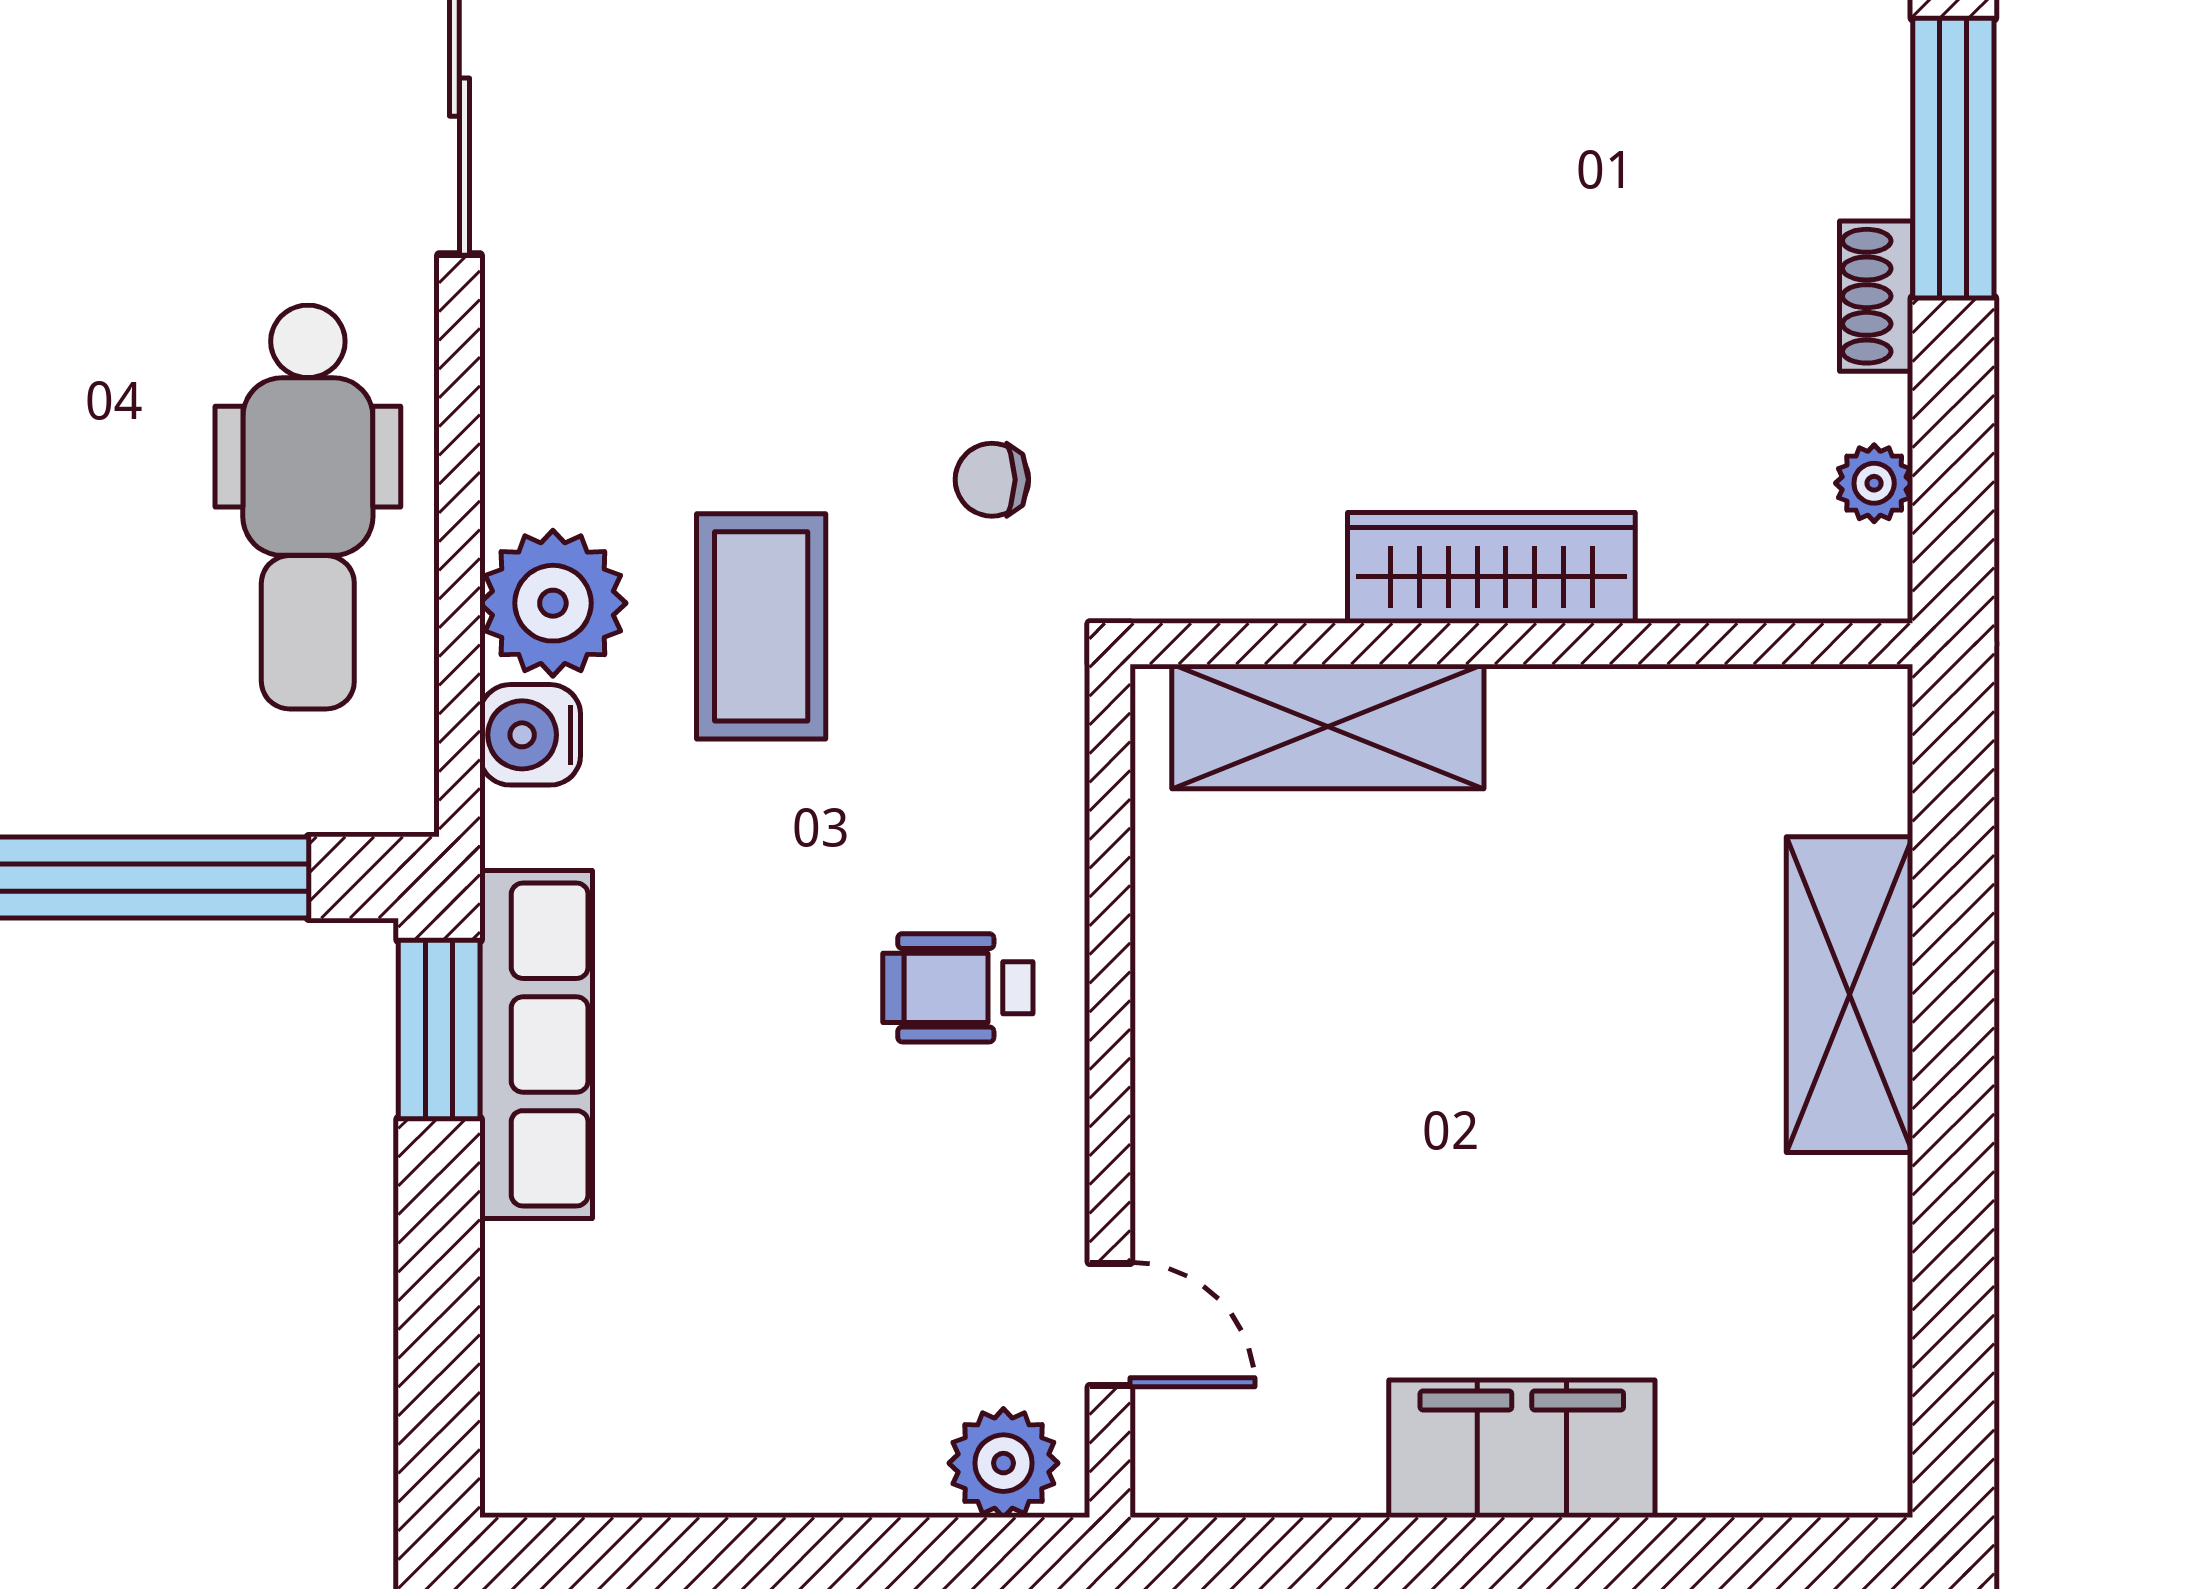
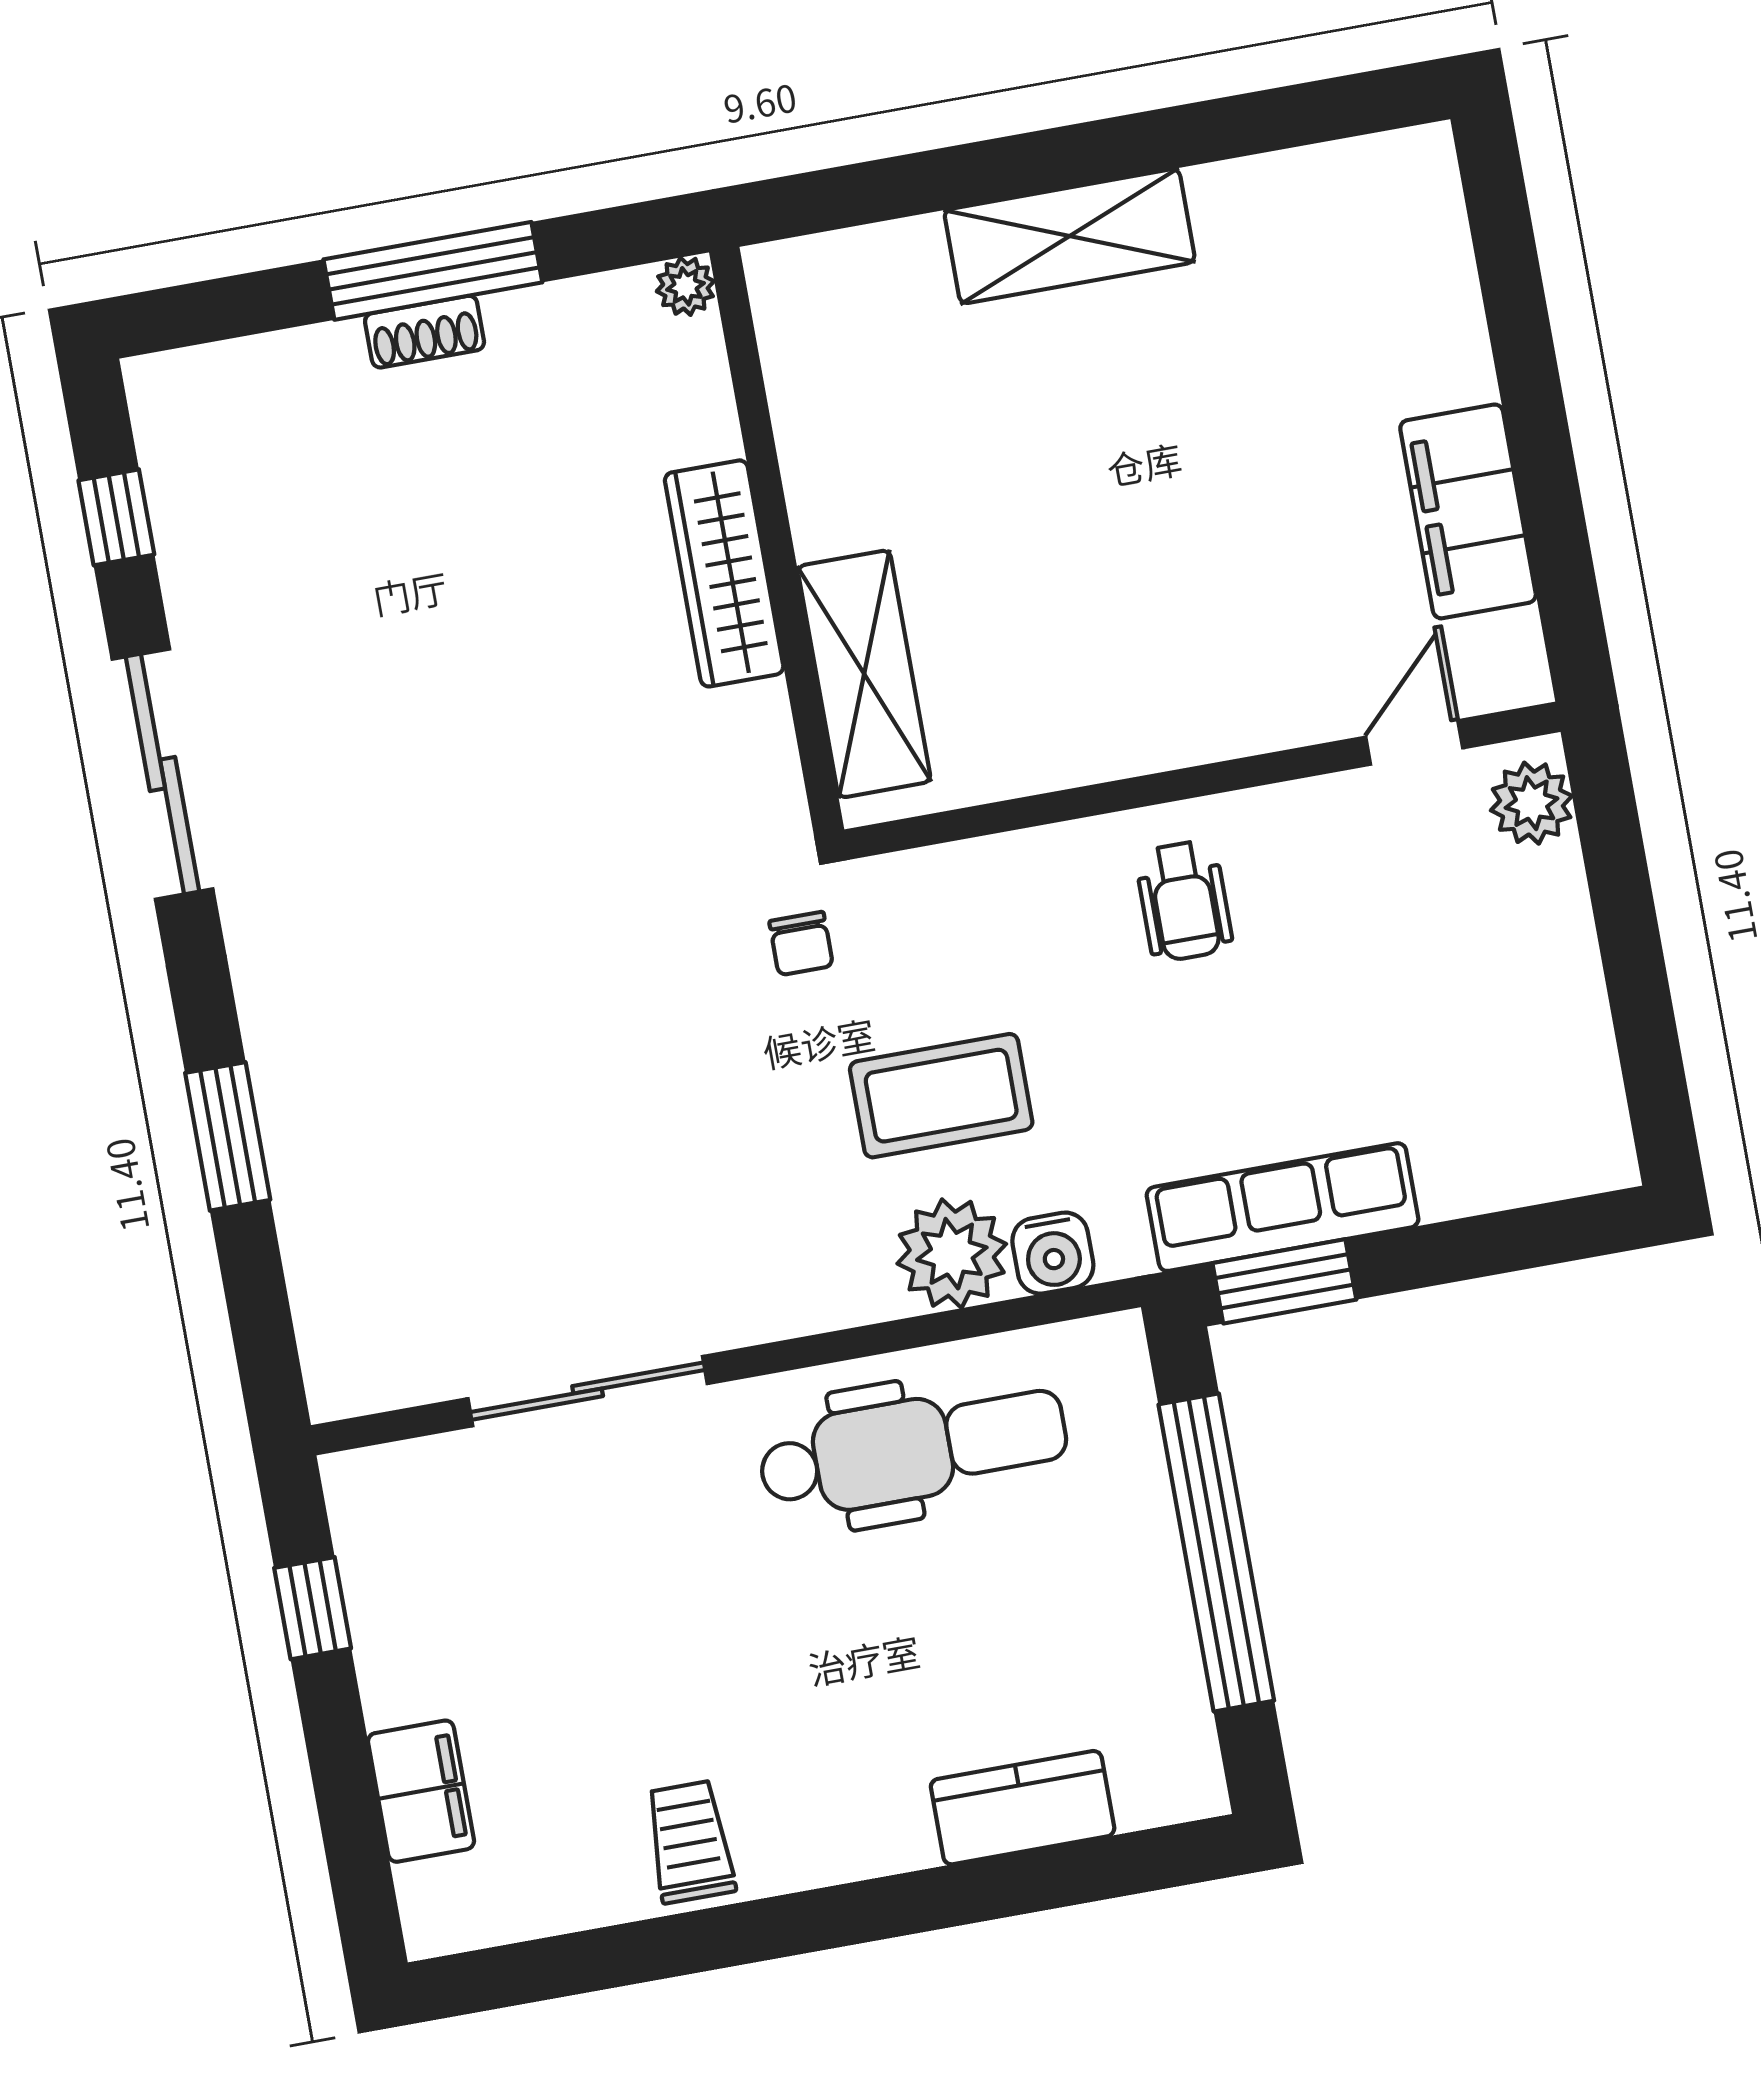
shoe rack: (1876, 296) -> (425, 332), moved
wardrobe: (1491, 568) -> (724, 573), moved
wall: (1521, 644) -> (777, 541), moved
shelving: (1328, 726) -> (864, 674), moved
filing cabinet: (1522, 1449) -> (1468, 511), moved

